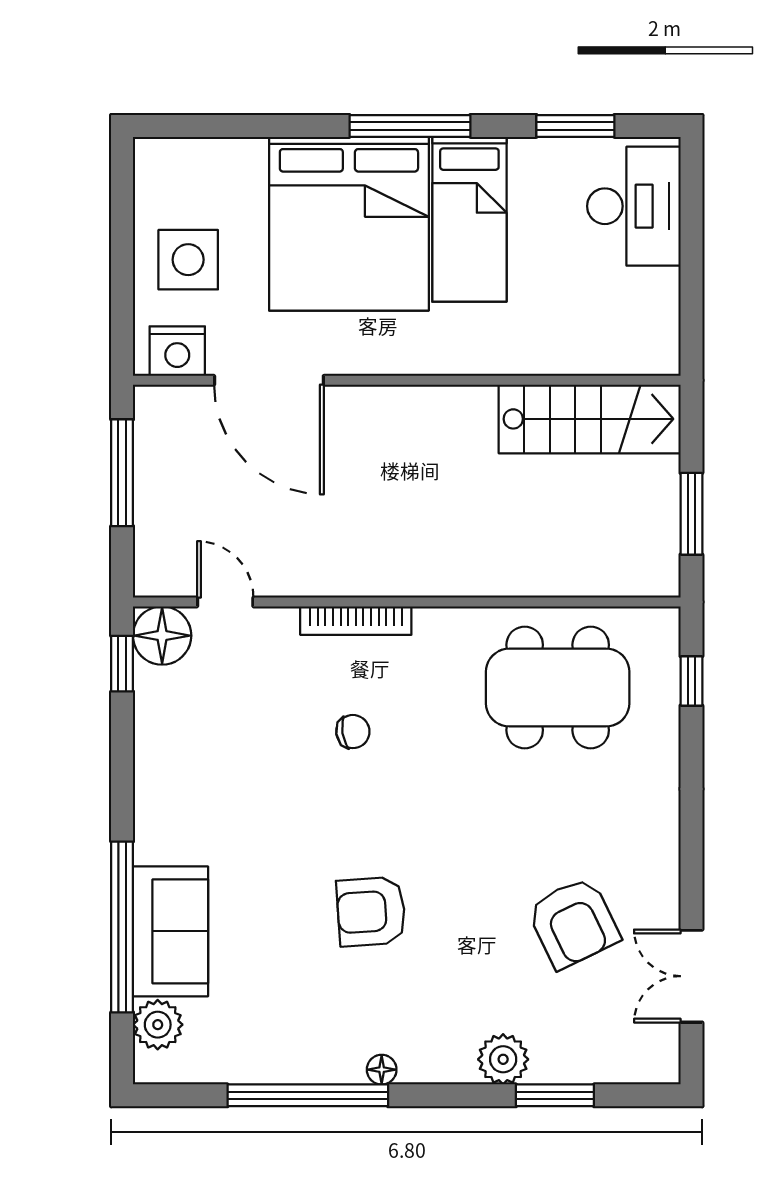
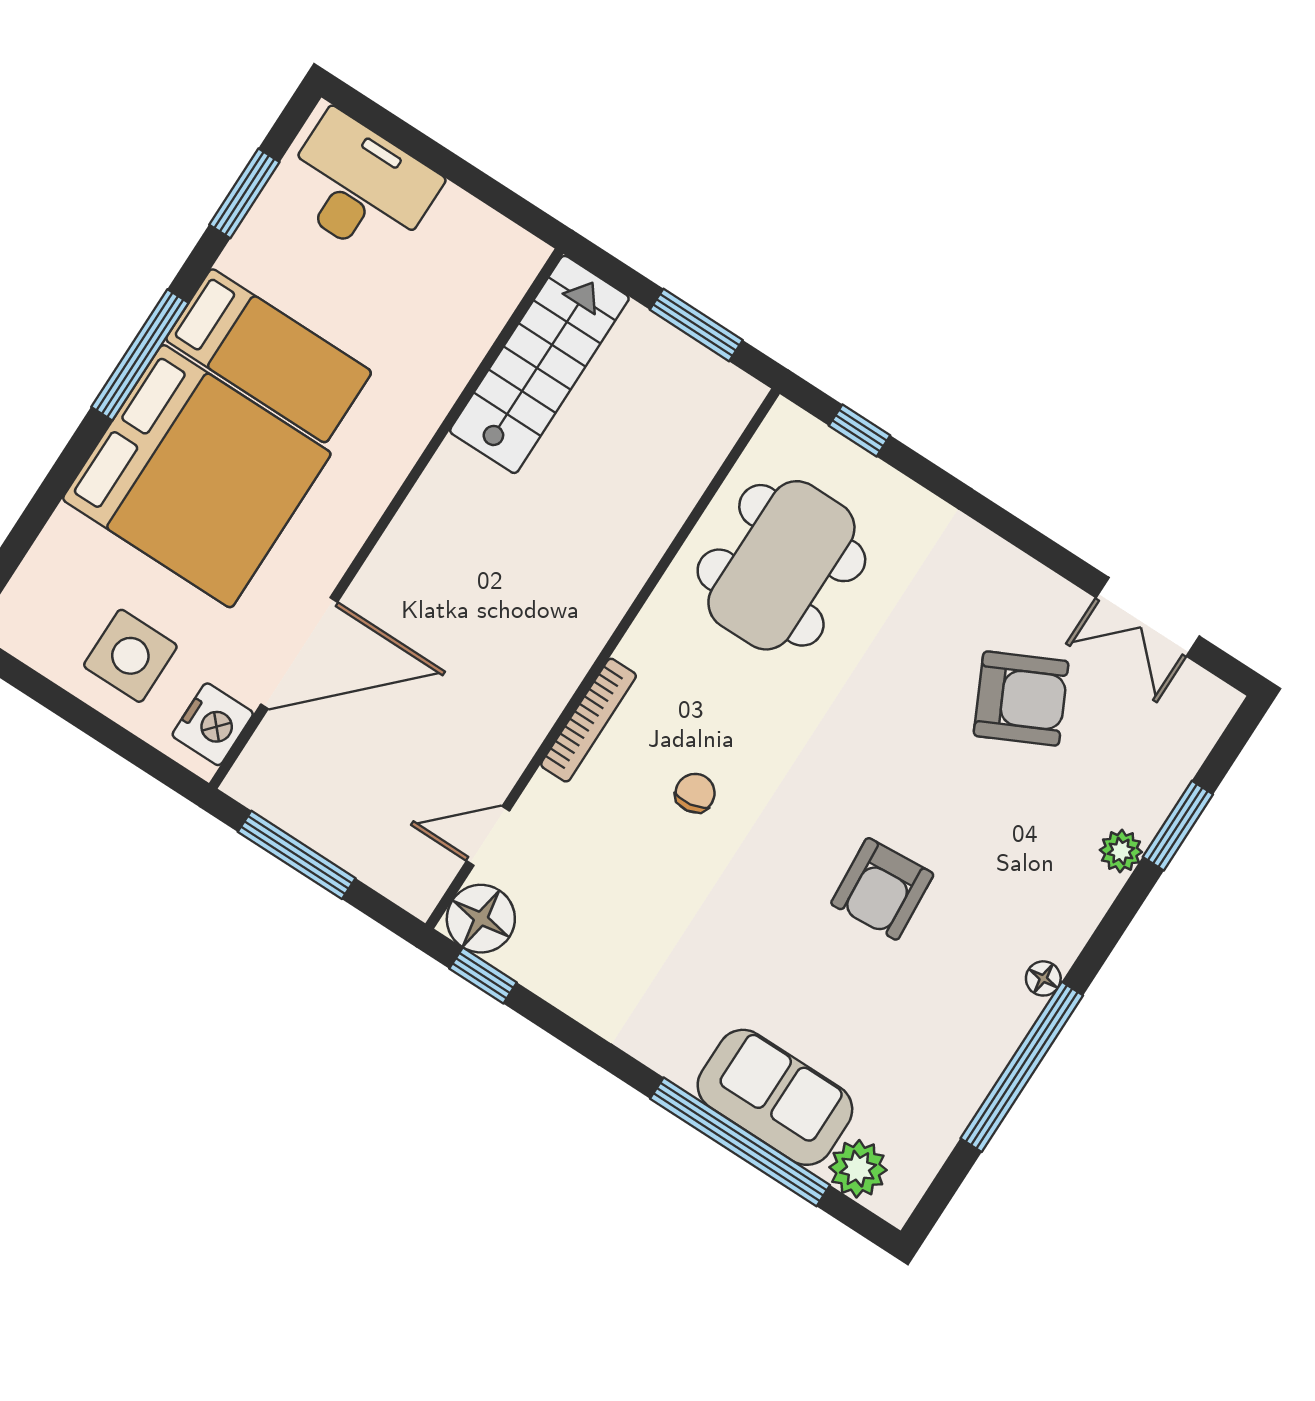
plant: (503, 1059) -> (1121, 851), width x0.73, depth x0.73

